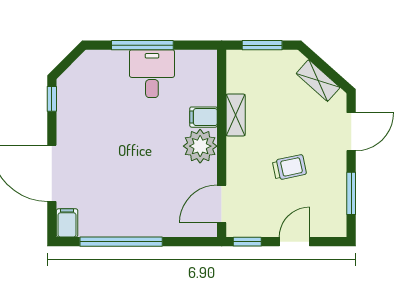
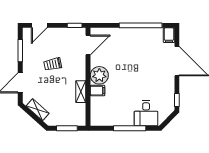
desk: (152, 74) -> (146, 113), moved
door: (294, 242) -> (39, 25), moved

